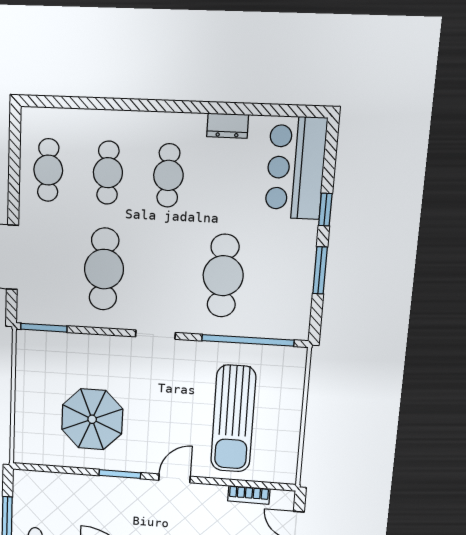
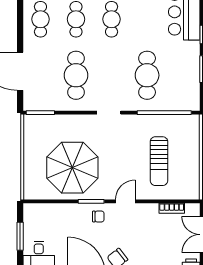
parasol: (92, 419) -> (72, 168), width x1.36, depth x1.36
sun lounger: (233, 419) -> (159, 161), width x0.73, depth x0.75
chair: (130, 498) -> (98, 217), added

